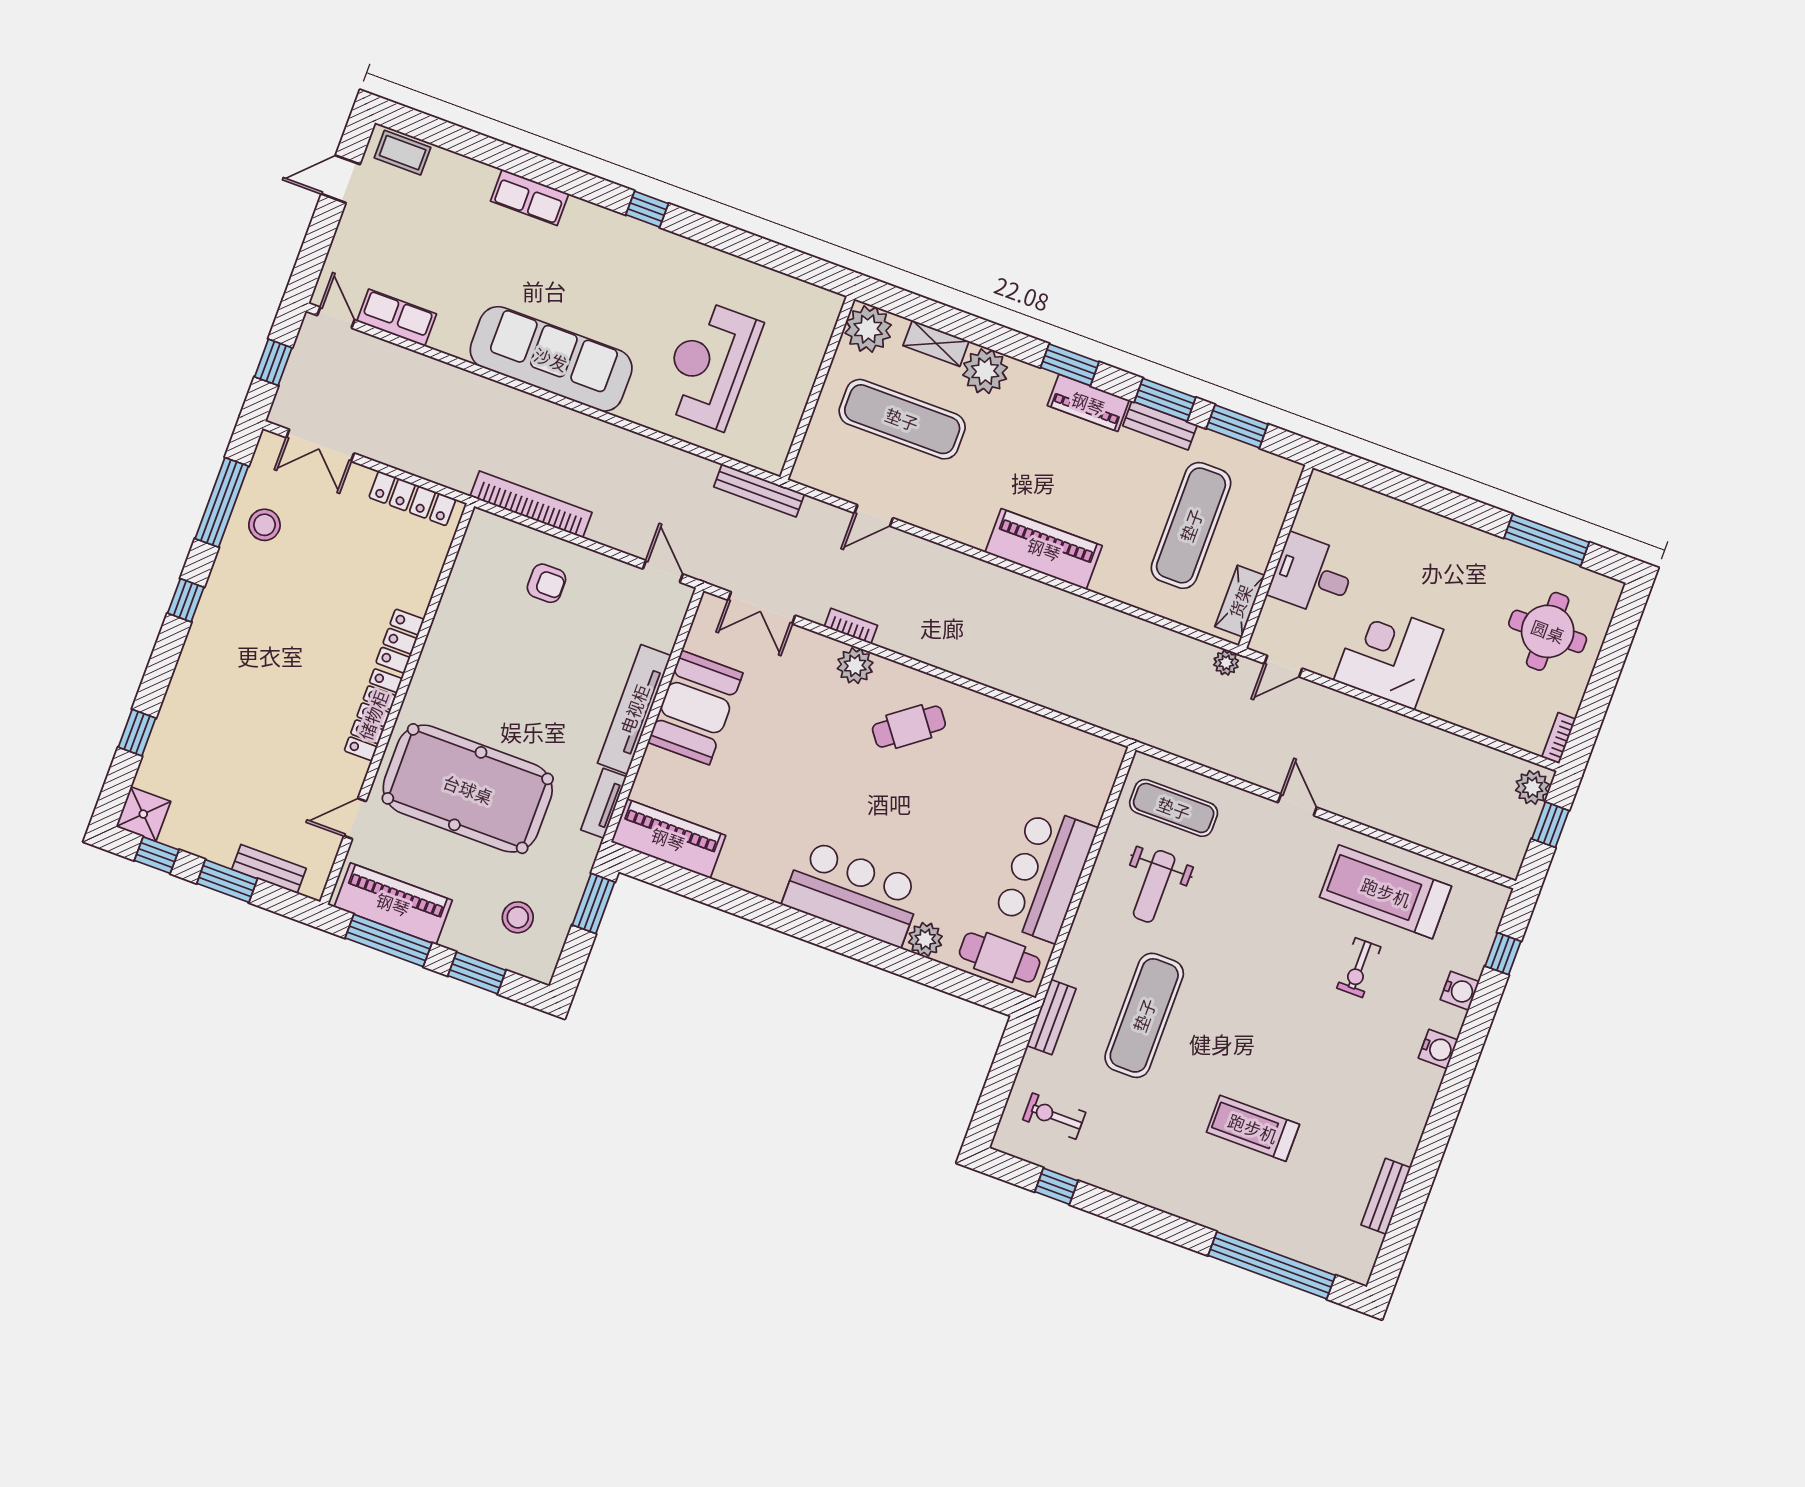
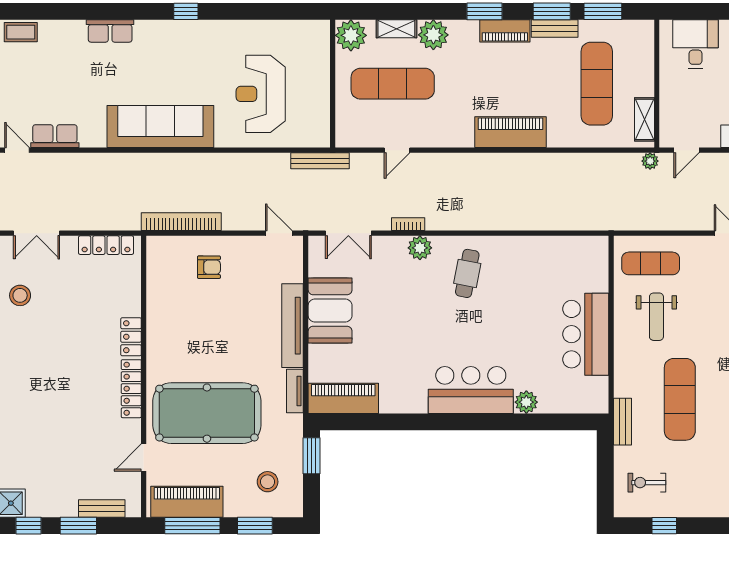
desk: (1312, 575) -> (696, 44), moved, turned 90
cafe table: (909, 727) -> (467, 273), turned -42
cafe table: (1000, 958) -> (577, 396), removed

